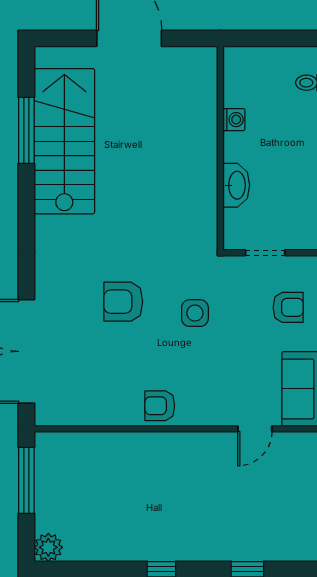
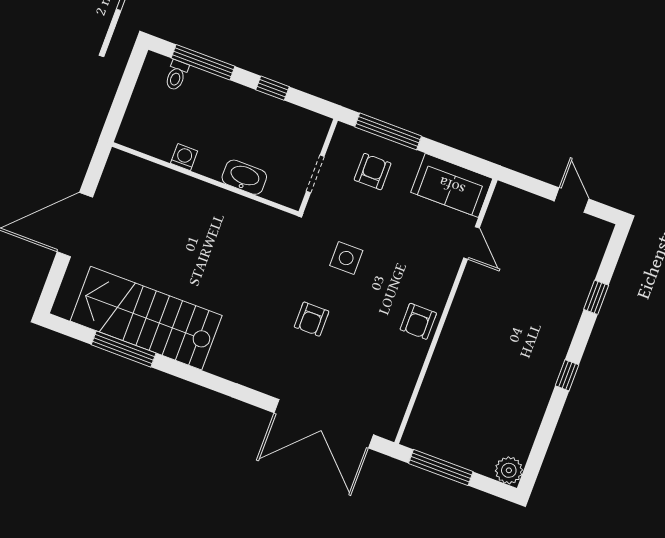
armchair: (123, 302) -> (312, 319), width x0.72, depth x0.72

